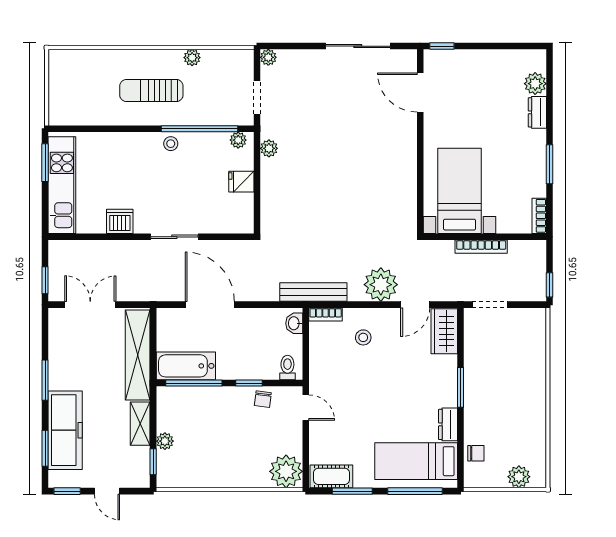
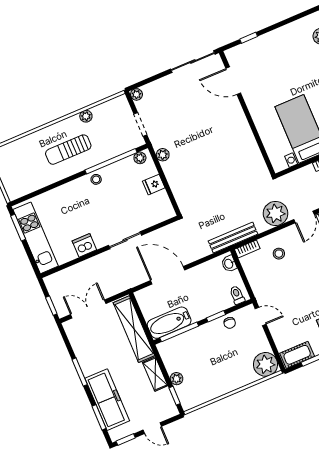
door: (420, 92) -> (233, 81), moved
wall: (420, 141) -> (247, 113), moved

